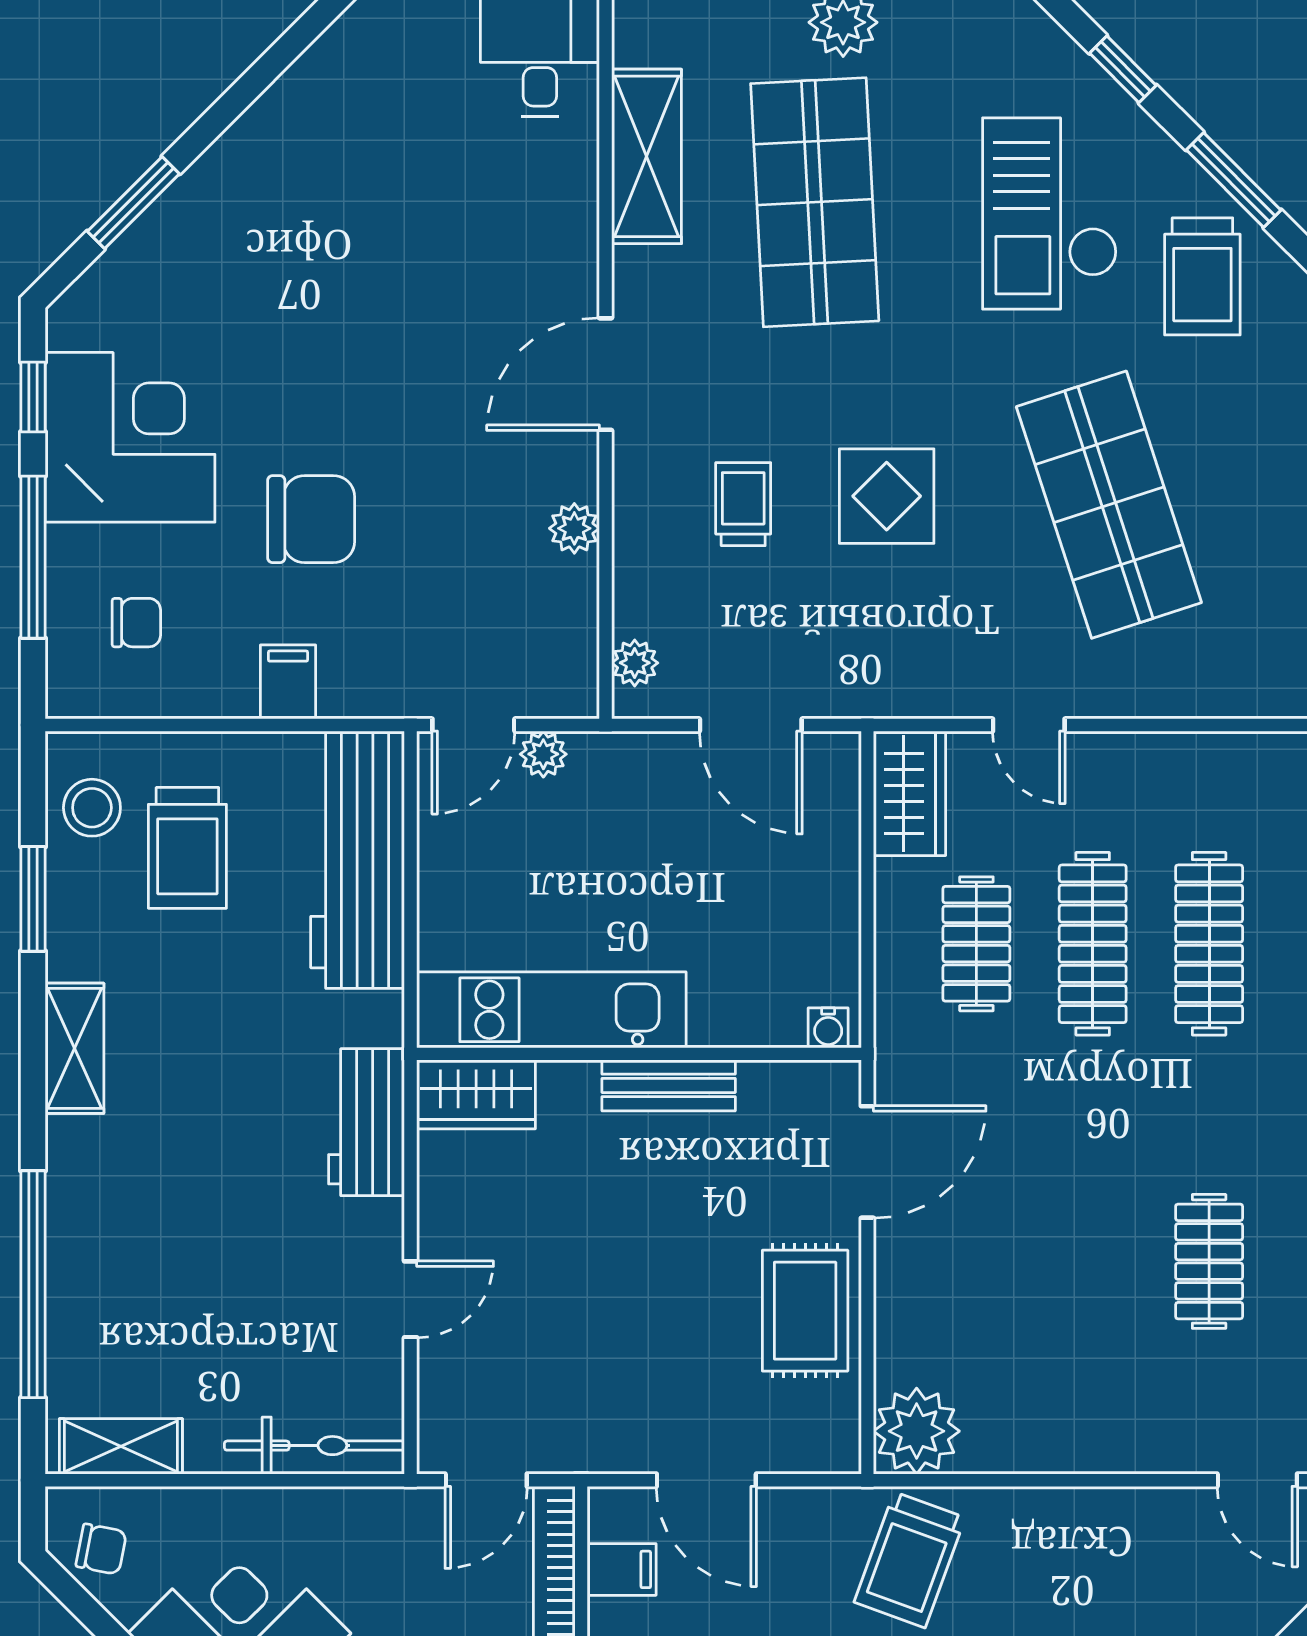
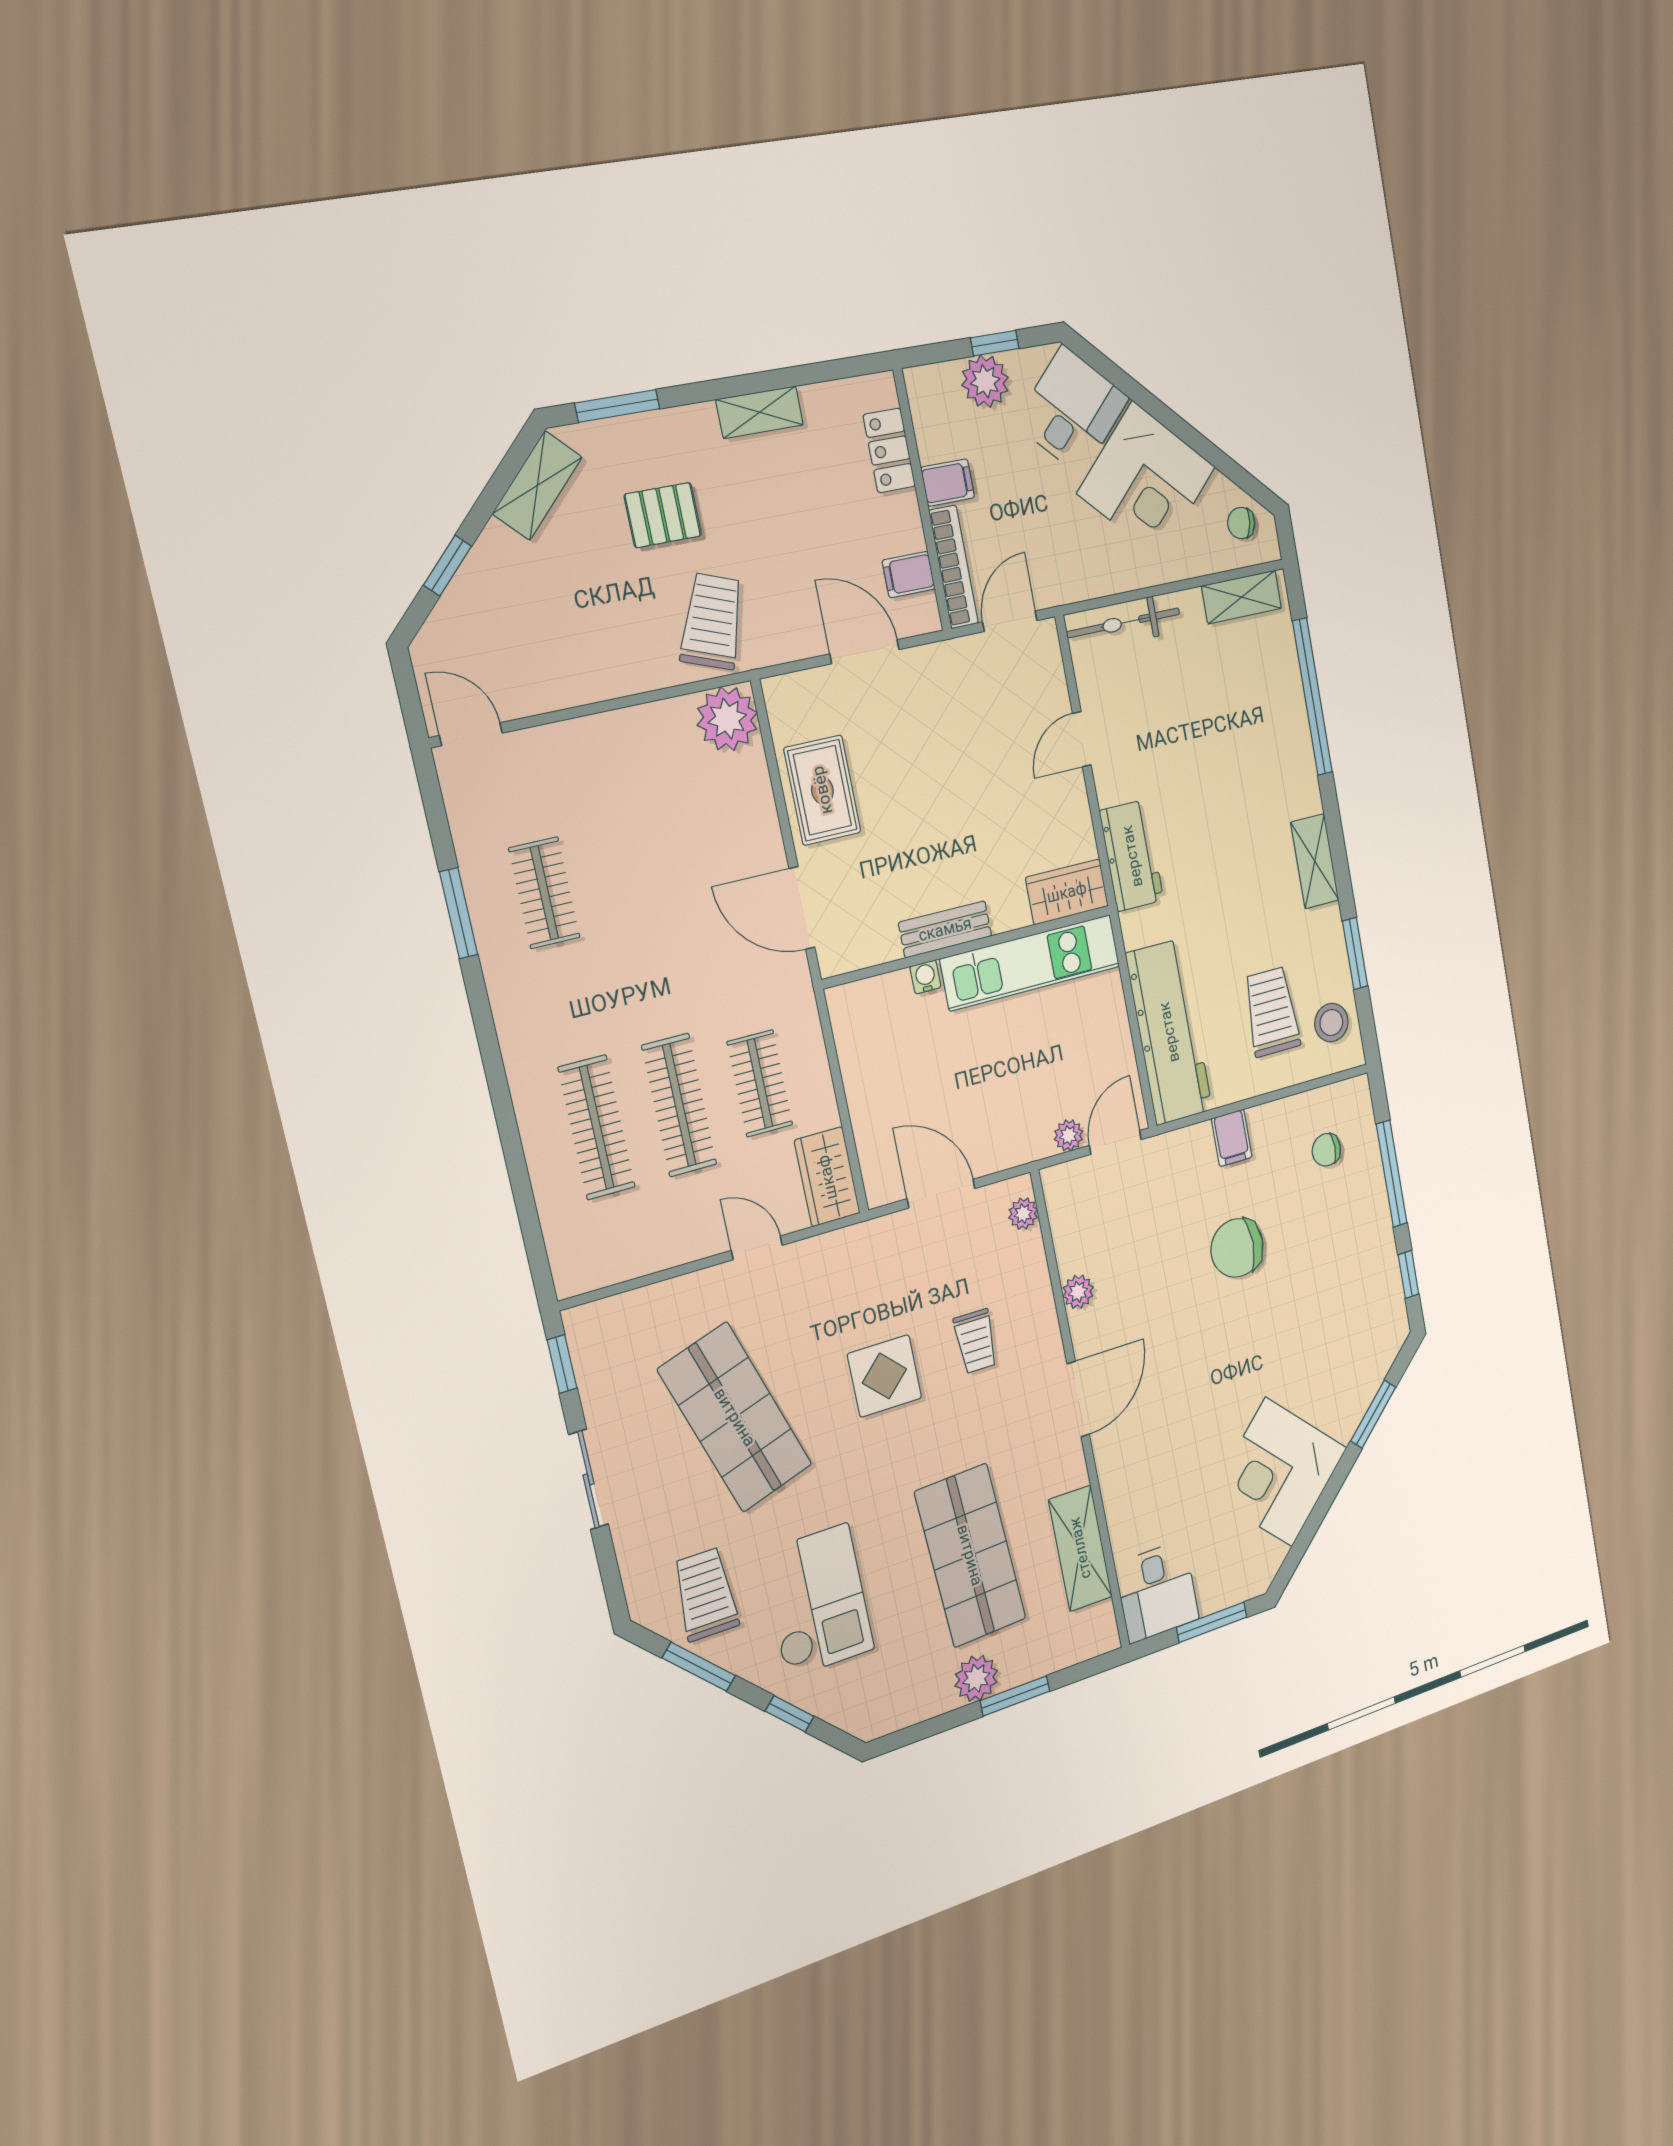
corner desk: (130, 437) -> (1279, 1472), moved, turned 45
water cooler: (828, 1028) -> (925, 977), moved
door: (867, 1162) -> (802, 908), hinge flipped

